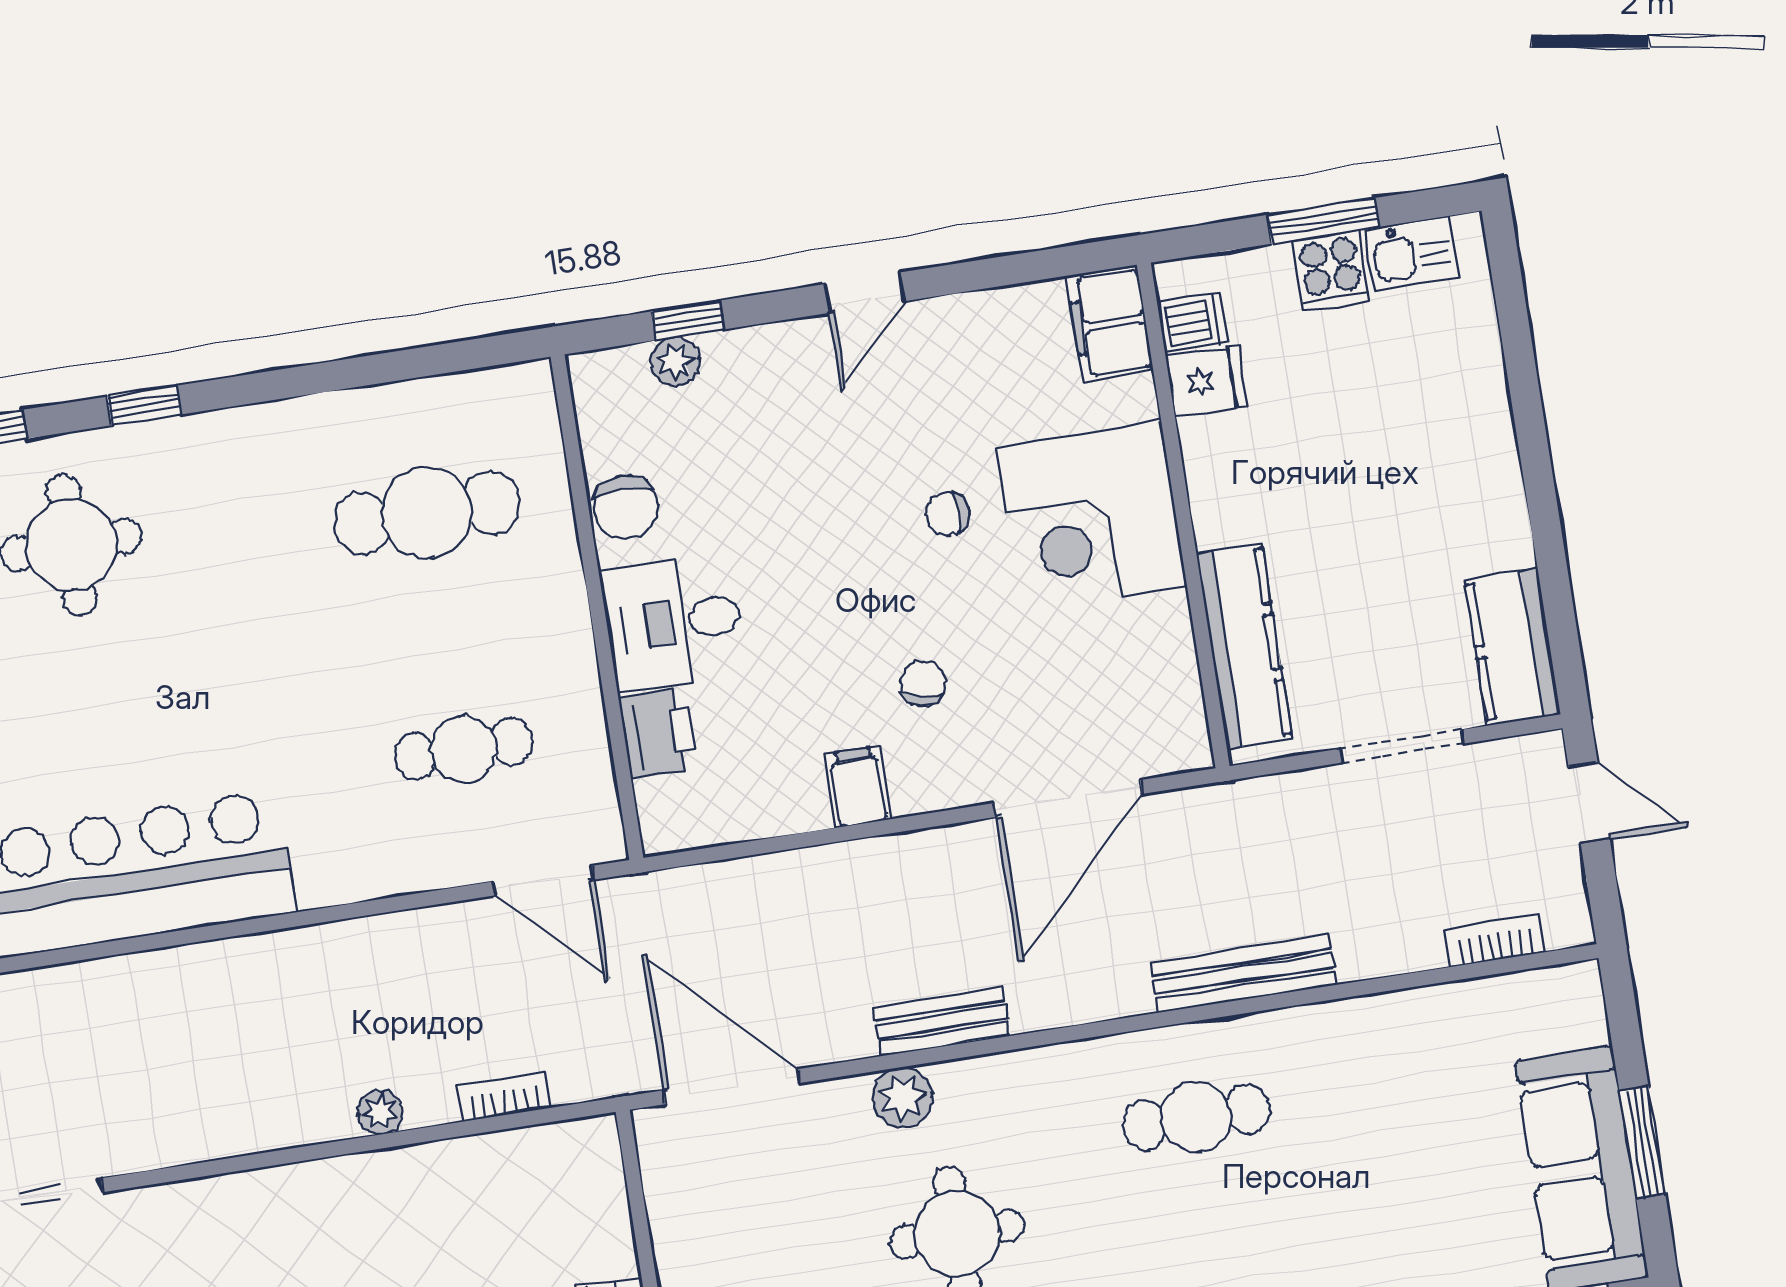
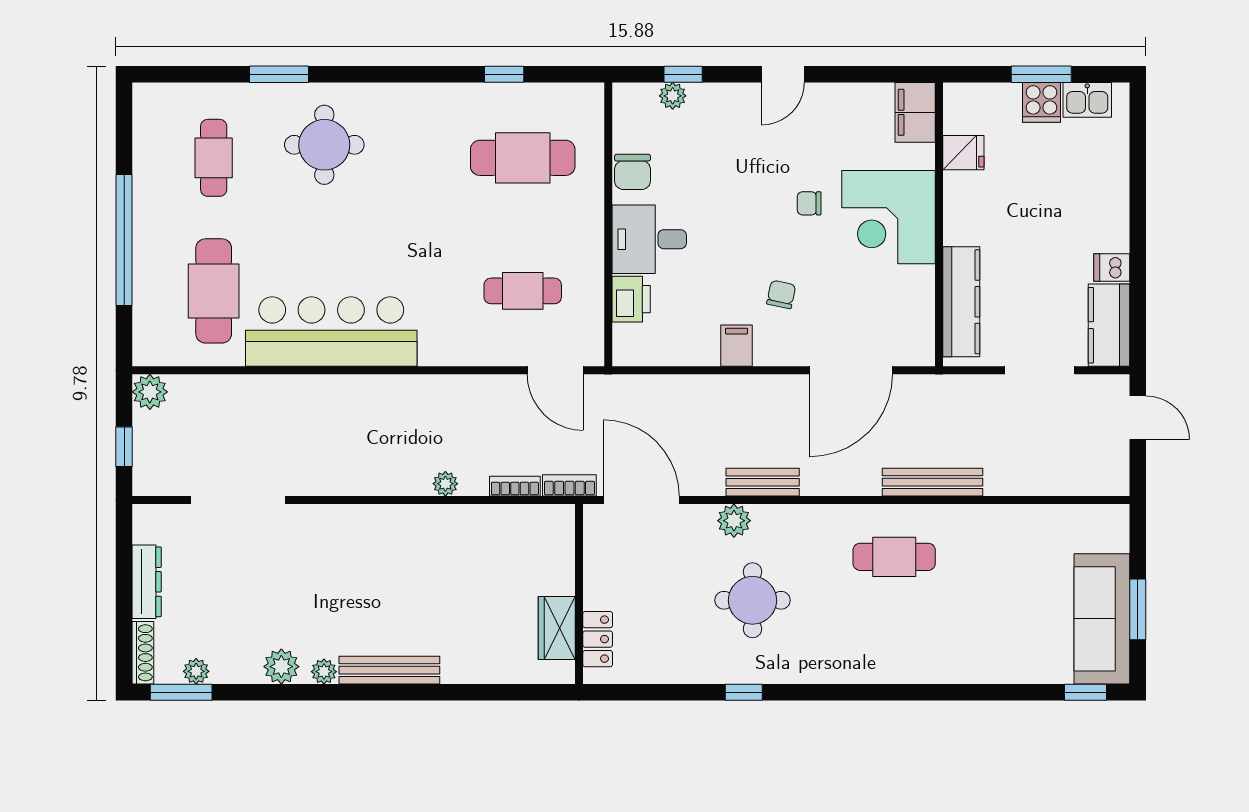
dishwasher: (1193, 322) -> (1112, 267), moved, turned 180
window: (144, 405) -> (504, 74), moved
bookcase: (1495, 941) -> (569, 485), moved

